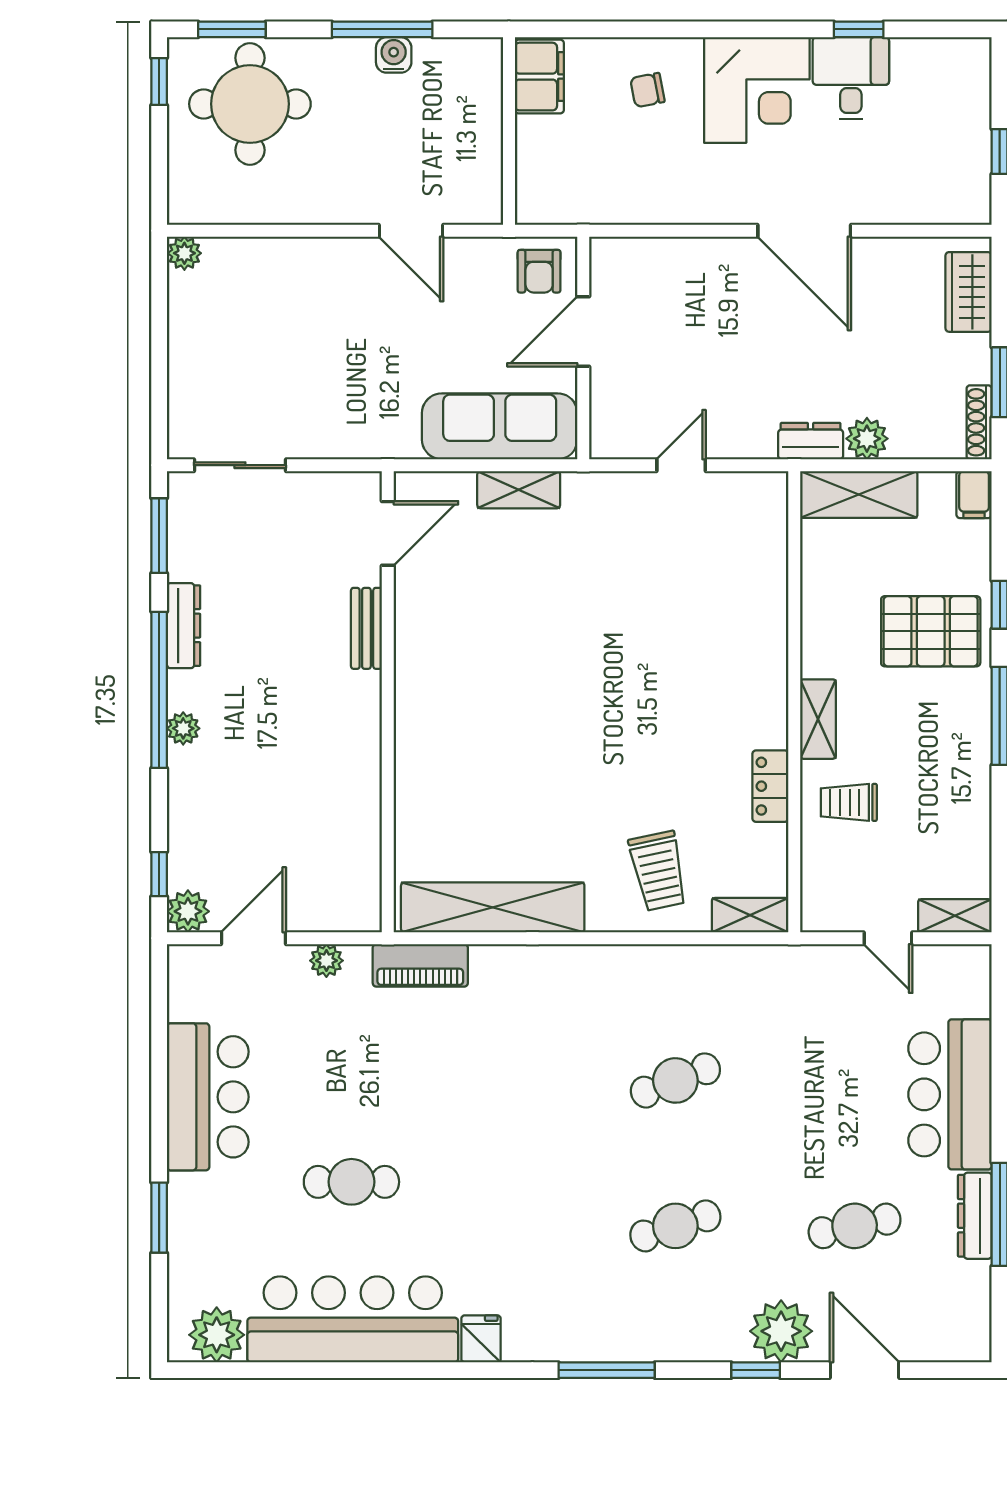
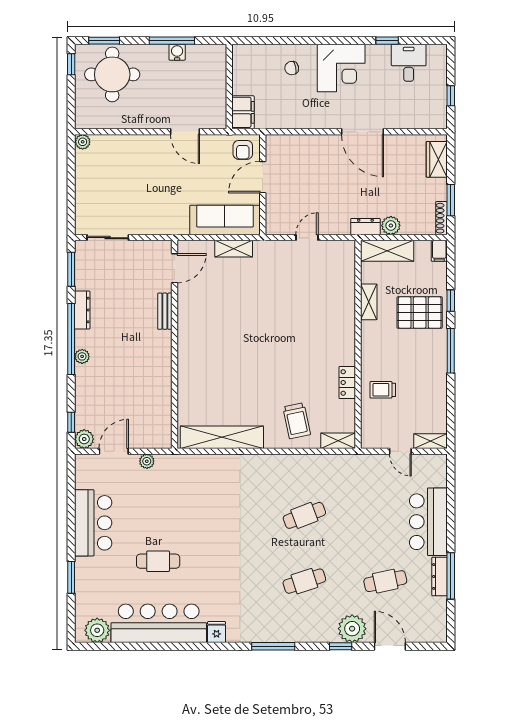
filing cabinet: (539, 77) -> (243, 112), moved
desk: (851, 78) -> (409, 63), moved
shelving: (818, 719) -> (369, 302), moved
piano: (420, 965) -> (189, 463), removed

